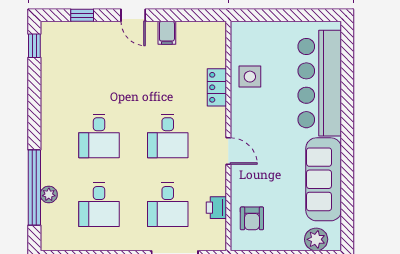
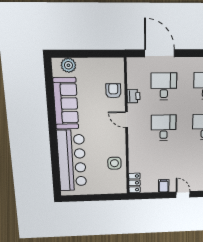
locker: (217, 87) -> (134, 183), moved
printer: (216, 208) -> (133, 96), moved
armchair: (252, 218) -> (113, 91), moved

